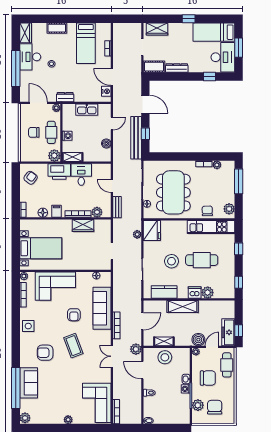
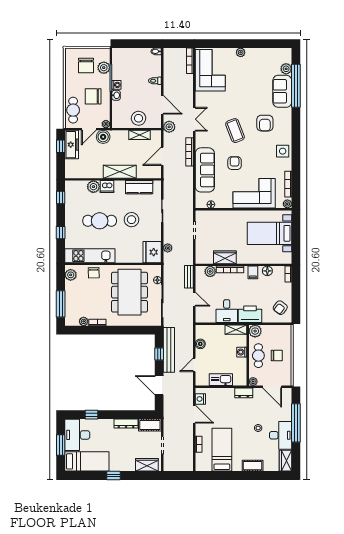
armchair: (45, 353) -> (265, 123), turned 90
plant: (25, 418) -> (286, 69), moved

